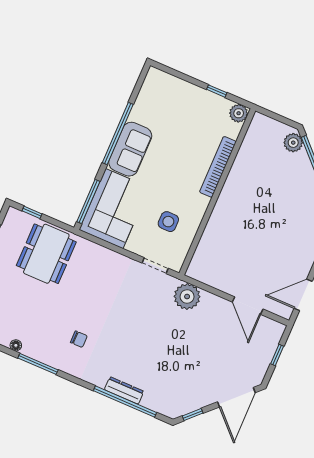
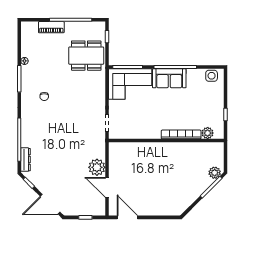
plant: (239, 113) -> (208, 133), moved
side table: (168, 222) -> (212, 76), moved
plant: (187, 297) -> (97, 167), moved
door: (248, 306) -> (107, 187), hinge flipped
dresser: (124, 390) -> (26, 160), moved

